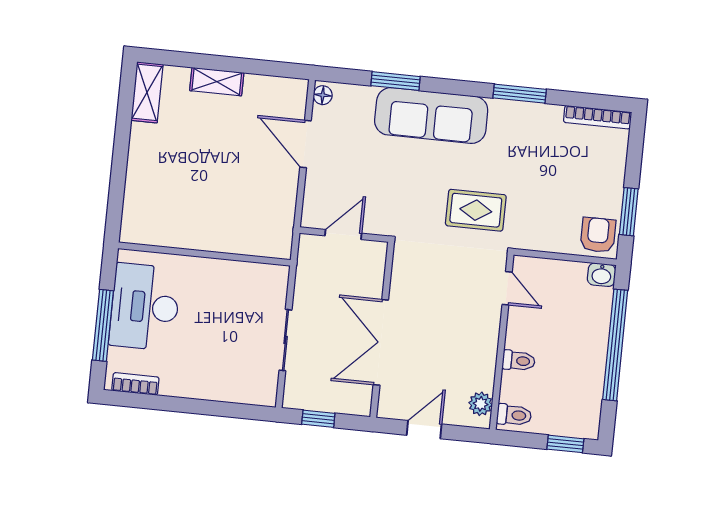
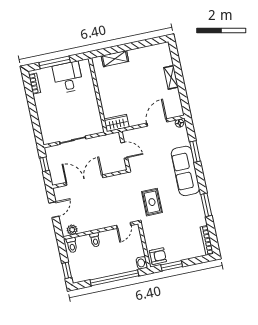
shelving: (147, 92) -> (115, 59), moved
wardrobe: (278, 232) -> (117, 123), added
desk: (145, 307) -> (68, 77), width x0.73
door: (424, 430) -> (54, 210), hinge flipped

